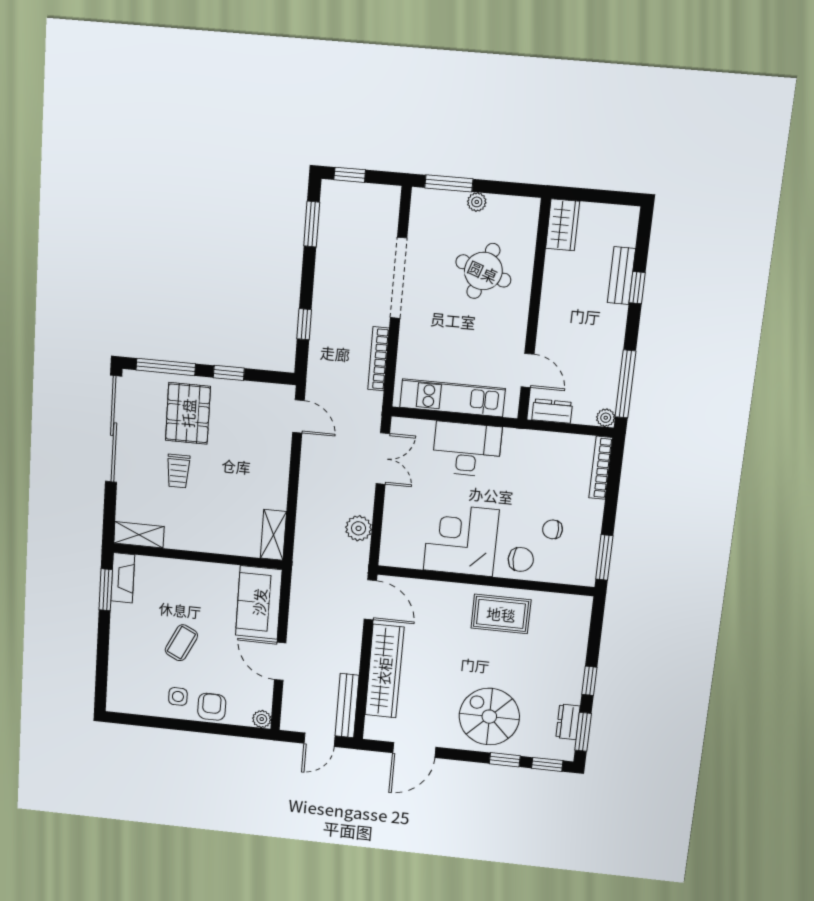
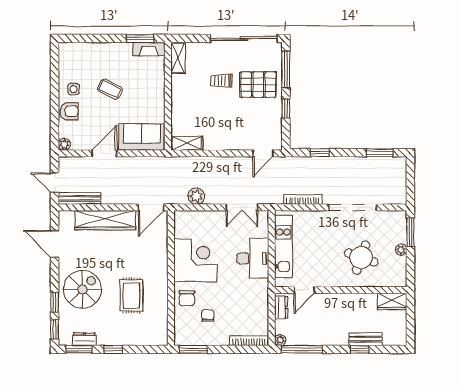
window: (350, 175) -> (410, 173), removed
rug: (501, 614) -> (131, 296), moved

